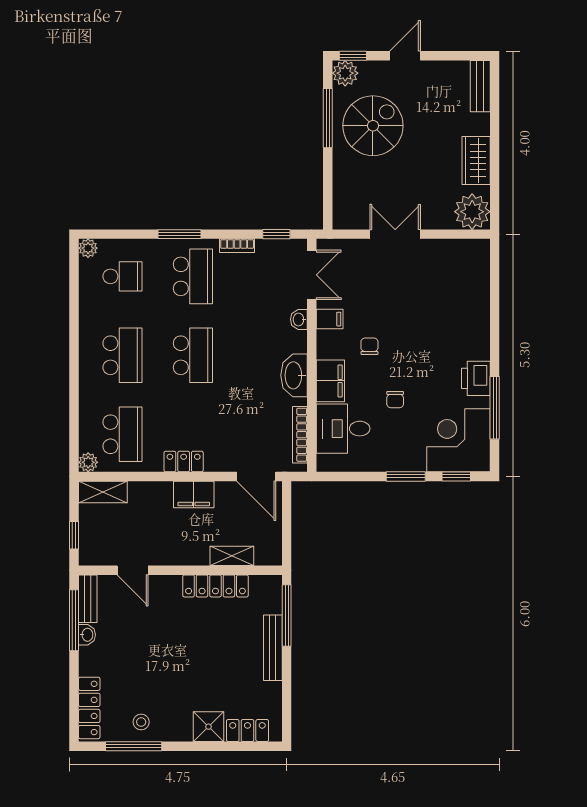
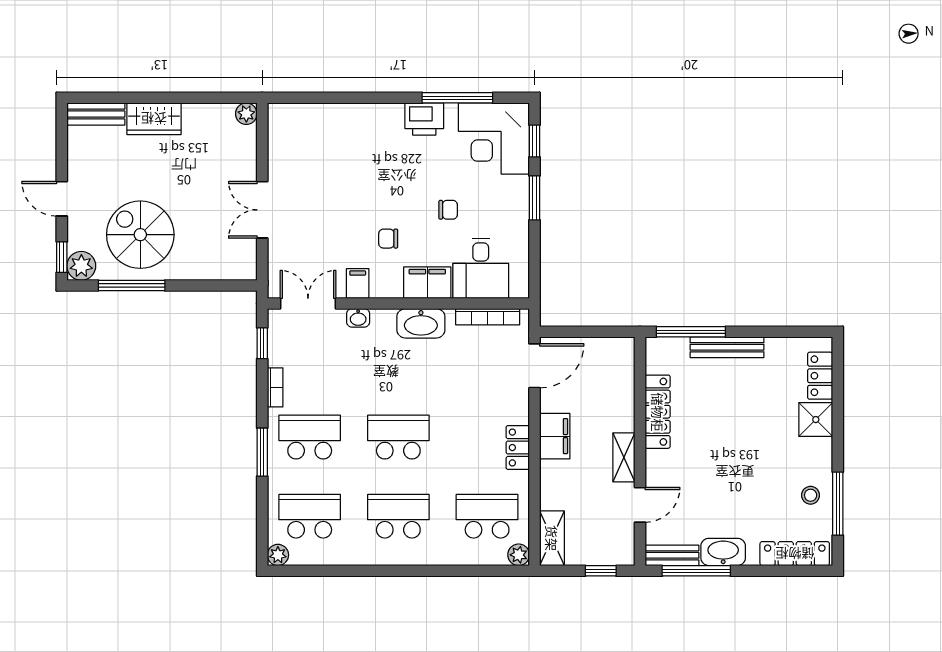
wardrobe: (476, 160) -> (154, 119), moved
plant: (472, 212) -> (246, 114), width x0.53, depth x0.53
school desk: (122, 276) -> (310, 516), width x1.85
shelving: (232, 556) -> (624, 457), moved
washbasin: (87, 635) -> (723, 552), width x1.91, depth x1.45

